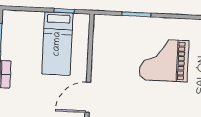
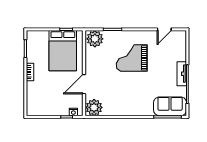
plant: (108, 28) -> (95, 39), added
bed: (57, 44) -> (63, 51), width x1.50

